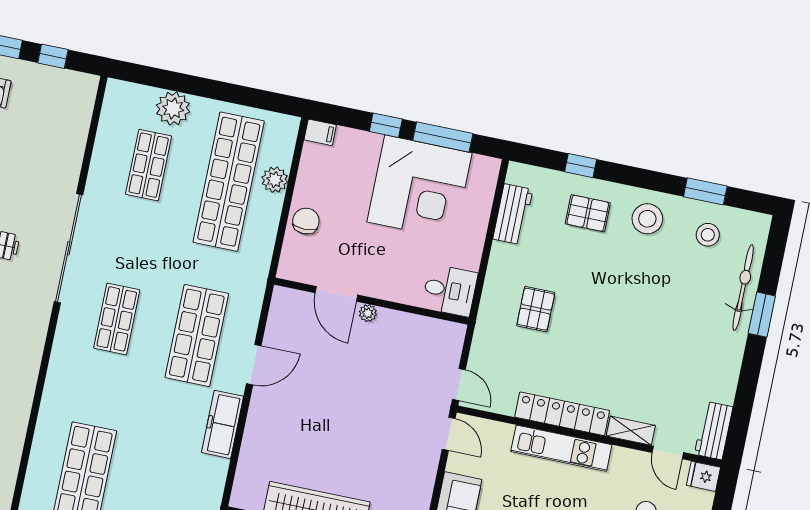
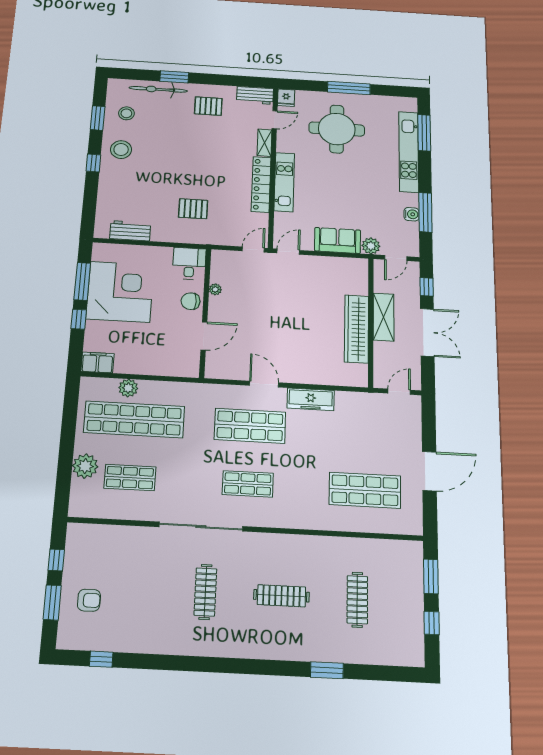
filing cabinet: (320, 132) -> (97, 362), width x2.00
window: (581, 166) -> (93, 163), moved
pallet: (588, 213) -> (208, 106), moved, turned 90
chair: (306, 221) -> (191, 301), moved
plant: (368, 313) -> (215, 289), moved

